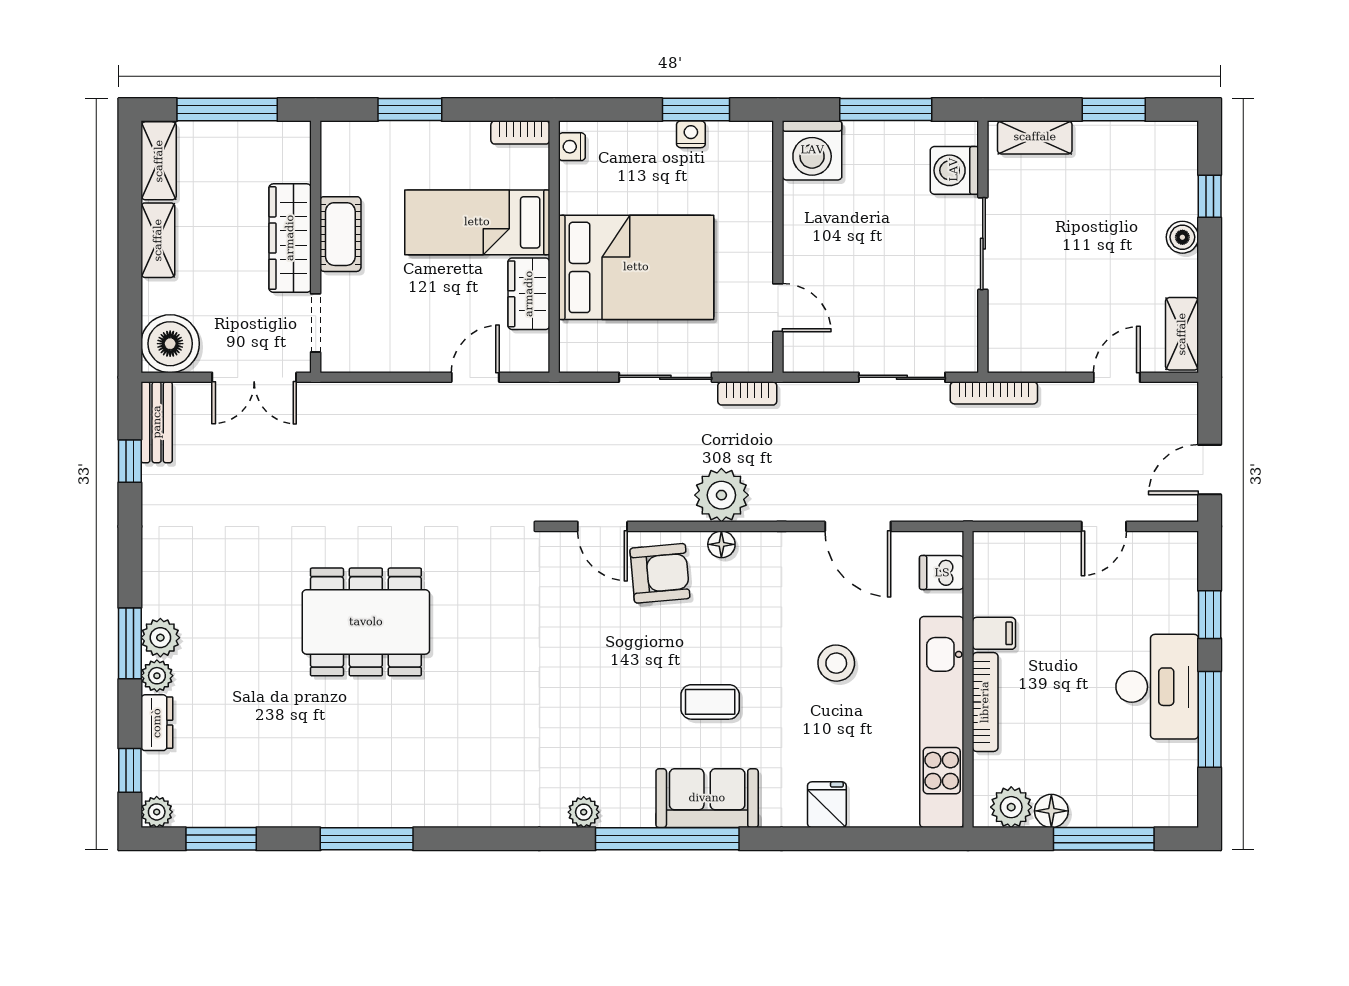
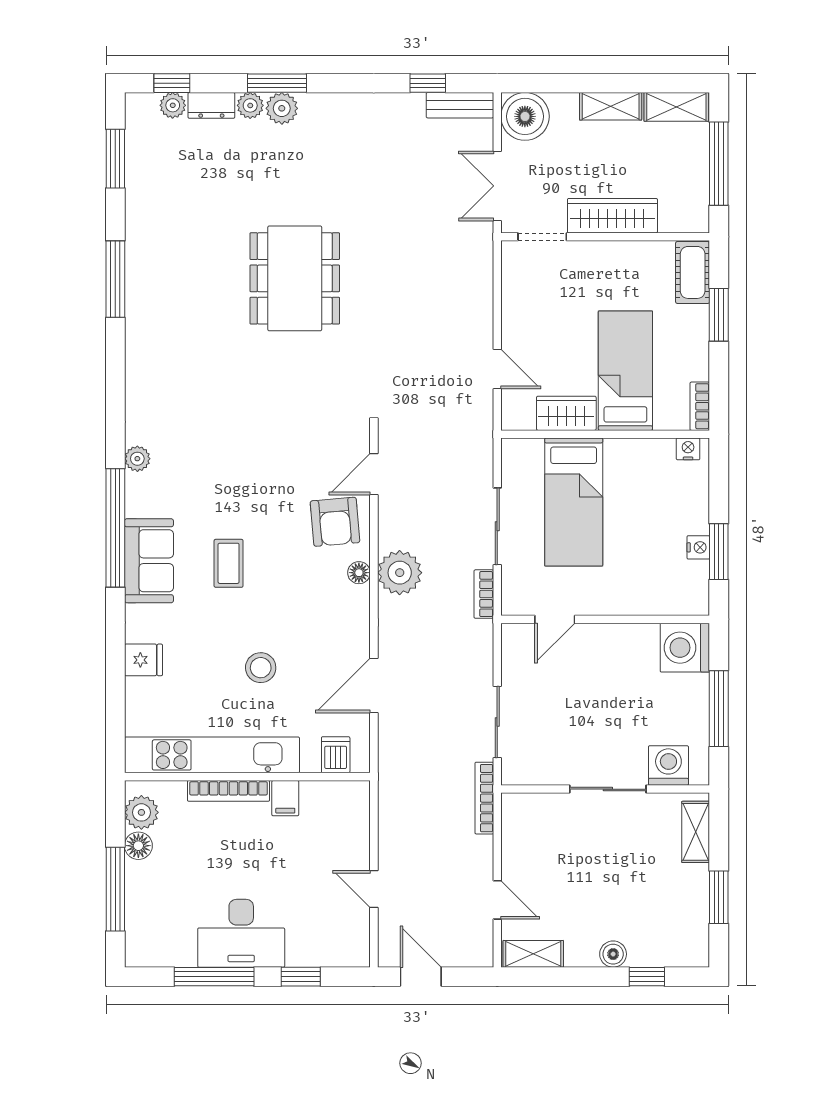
cot: (340, 234) -> (693, 272), moved, turned 90
bed: (636, 267) -> (574, 502), width x0.67
plant: (157, 812) -> (173, 105), moved

